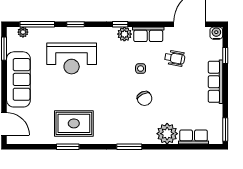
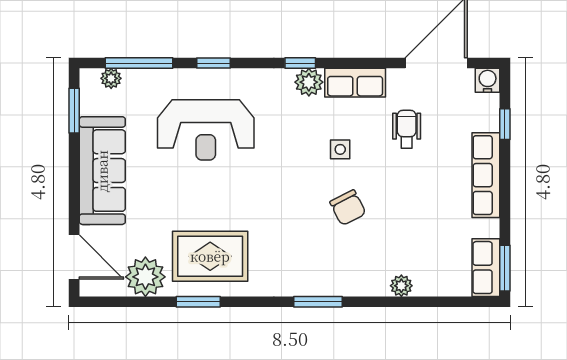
wheelchair: (175, 58) -> (407, 129), turned -100
plant: (41, 134) -> (145, 277), added
plant: (167, 134) -> (401, 286), width x0.53, depth x0.53
row of seats: (194, 137) -> (486, 268), moved, turned -90

